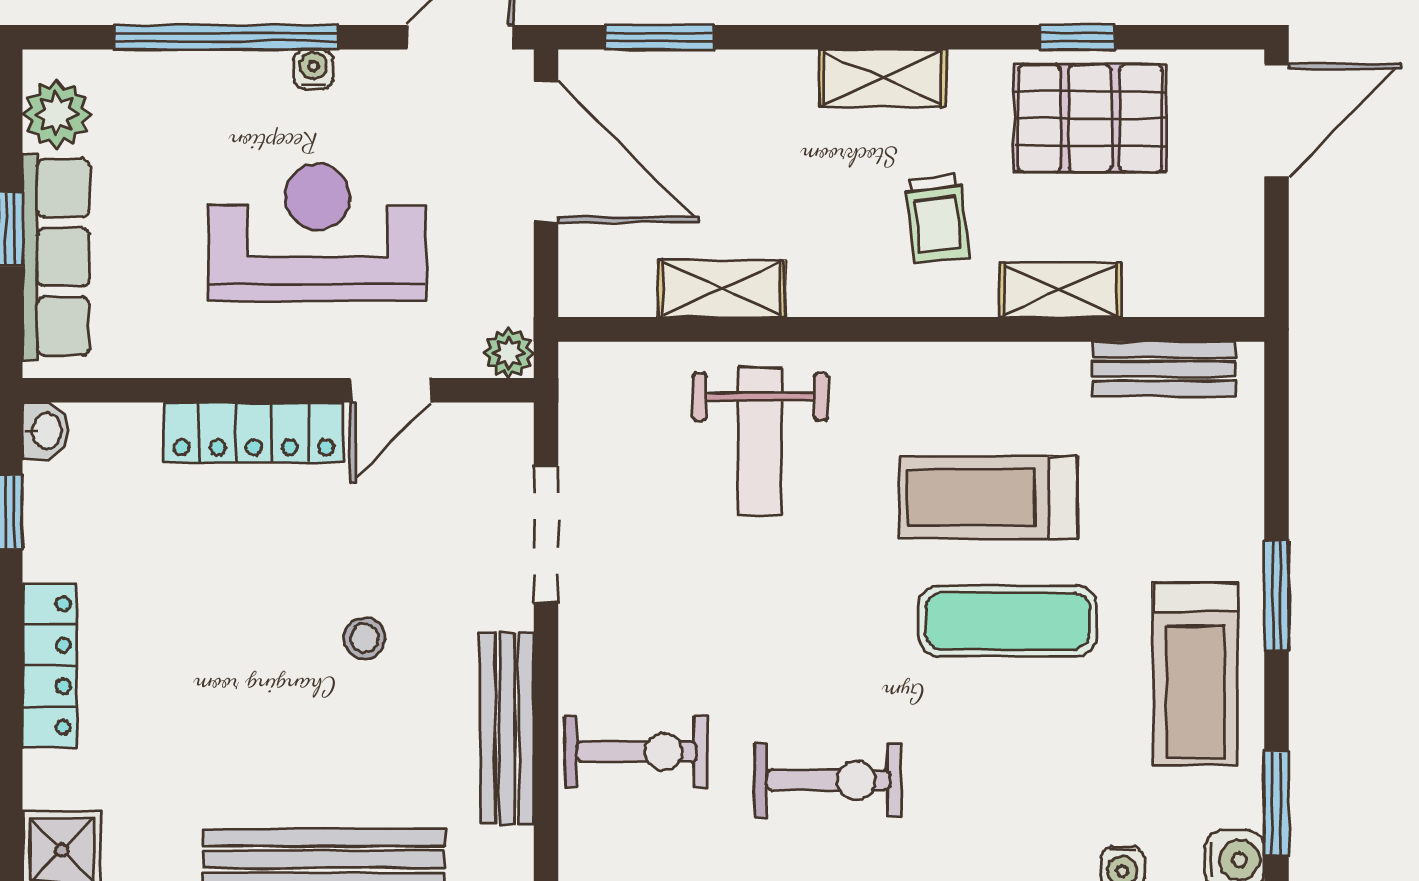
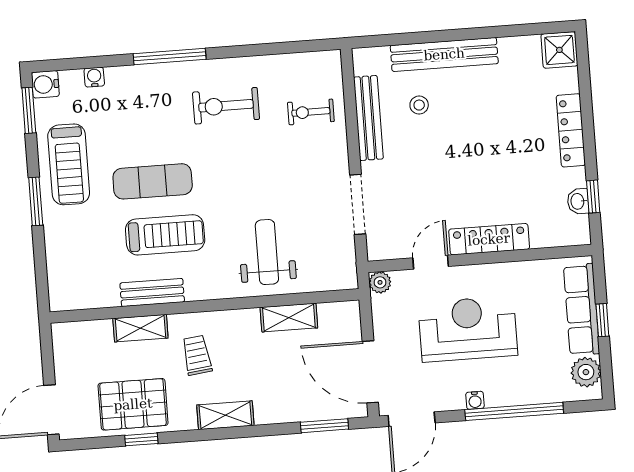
reception desk: (317, 232) -> (468, 329), turned 180
bench: (1164, 369) -> (152, 292), moved
washbasin: (45, 431) -> (578, 201), moved
stool: (365, 638) -> (419, 105), moved
treadmill: (1195, 674) -> (69, 164), turned 180
exercise bike: (637, 752) -> (311, 112), width x0.73, depth x0.72

